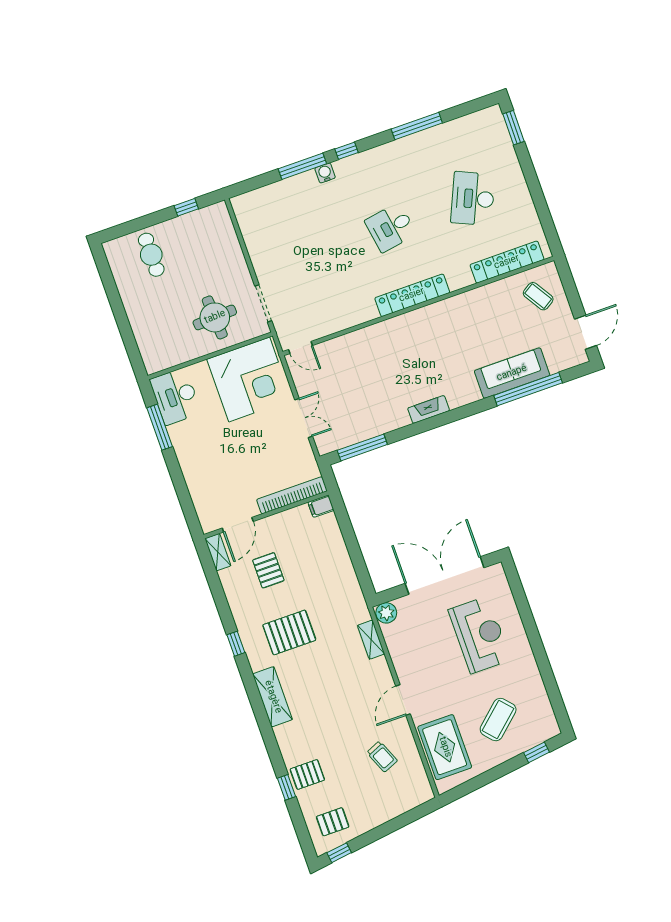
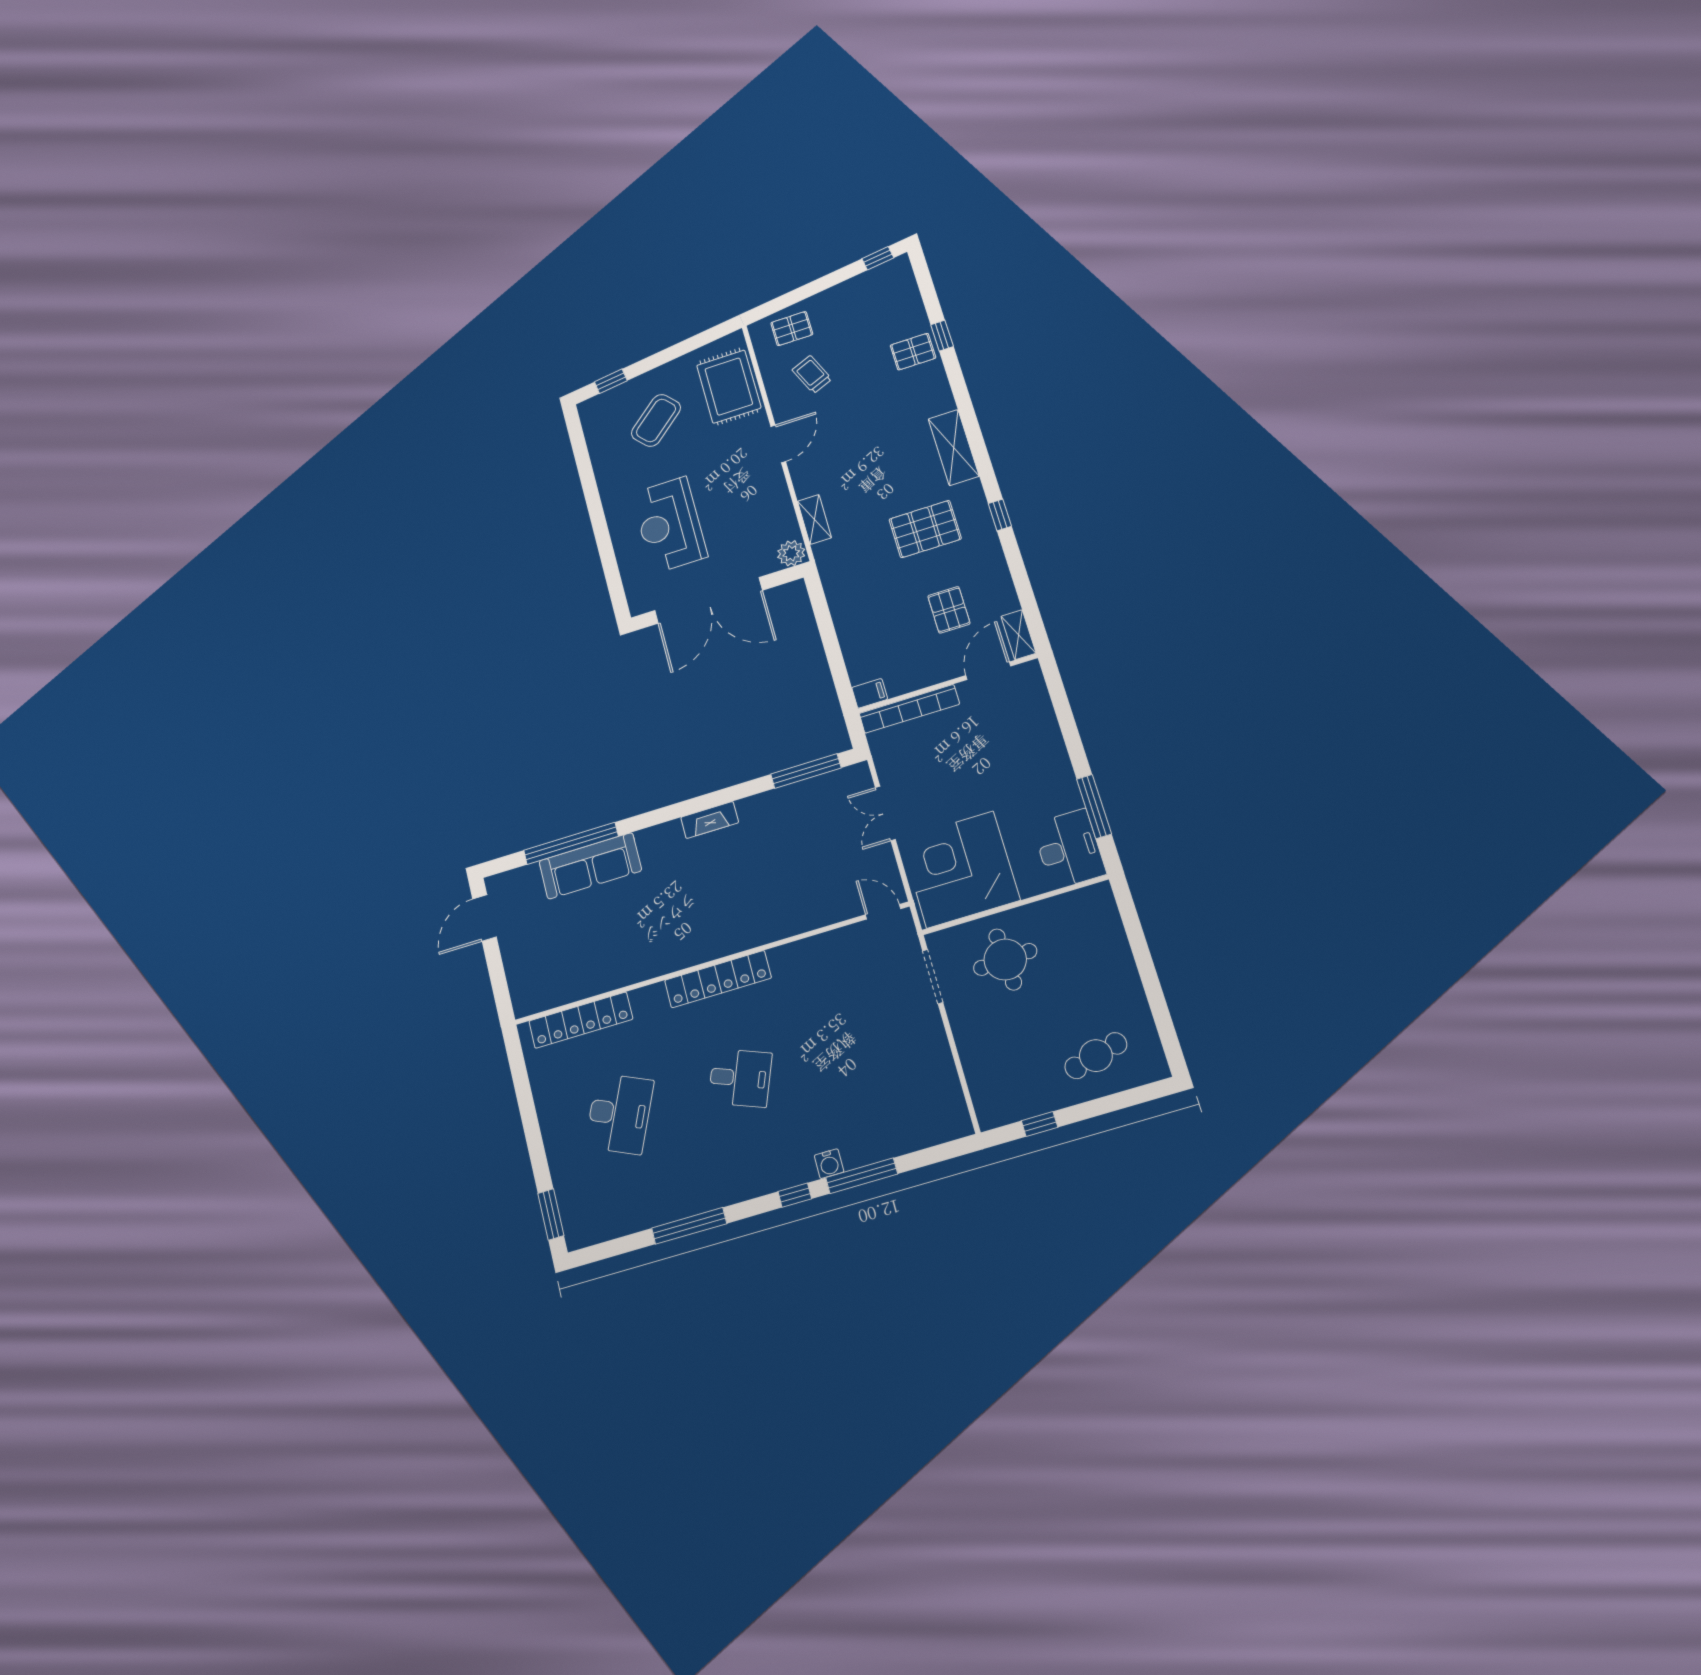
desk: (391, 227) -> (740, 1078), turned 30
cafe table: (151, 255) -> (1096, 1056), turned 75
coffee table: (538, 296) -> (543, 970), removed
pallet: (333, 822) -> (792, 329), moved

